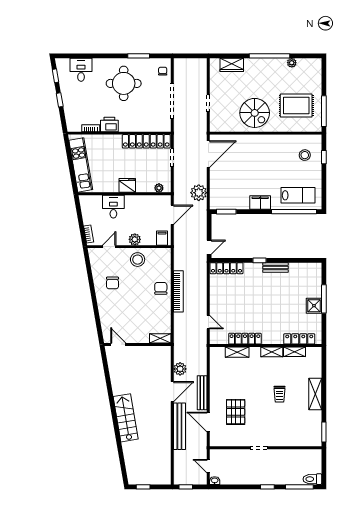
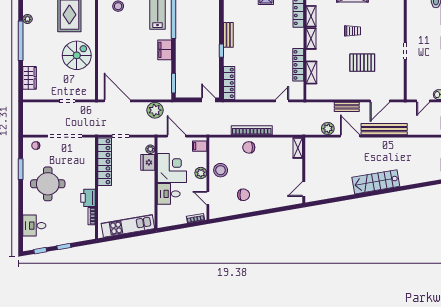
fridge: (127, 185) -> (148, 162), moved
corner desk: (140, 210) -> (172, 168), added
bench: (202, 393) -> (347, 107), width x0.73
pallet: (236, 412) -> (362, 63), moved

